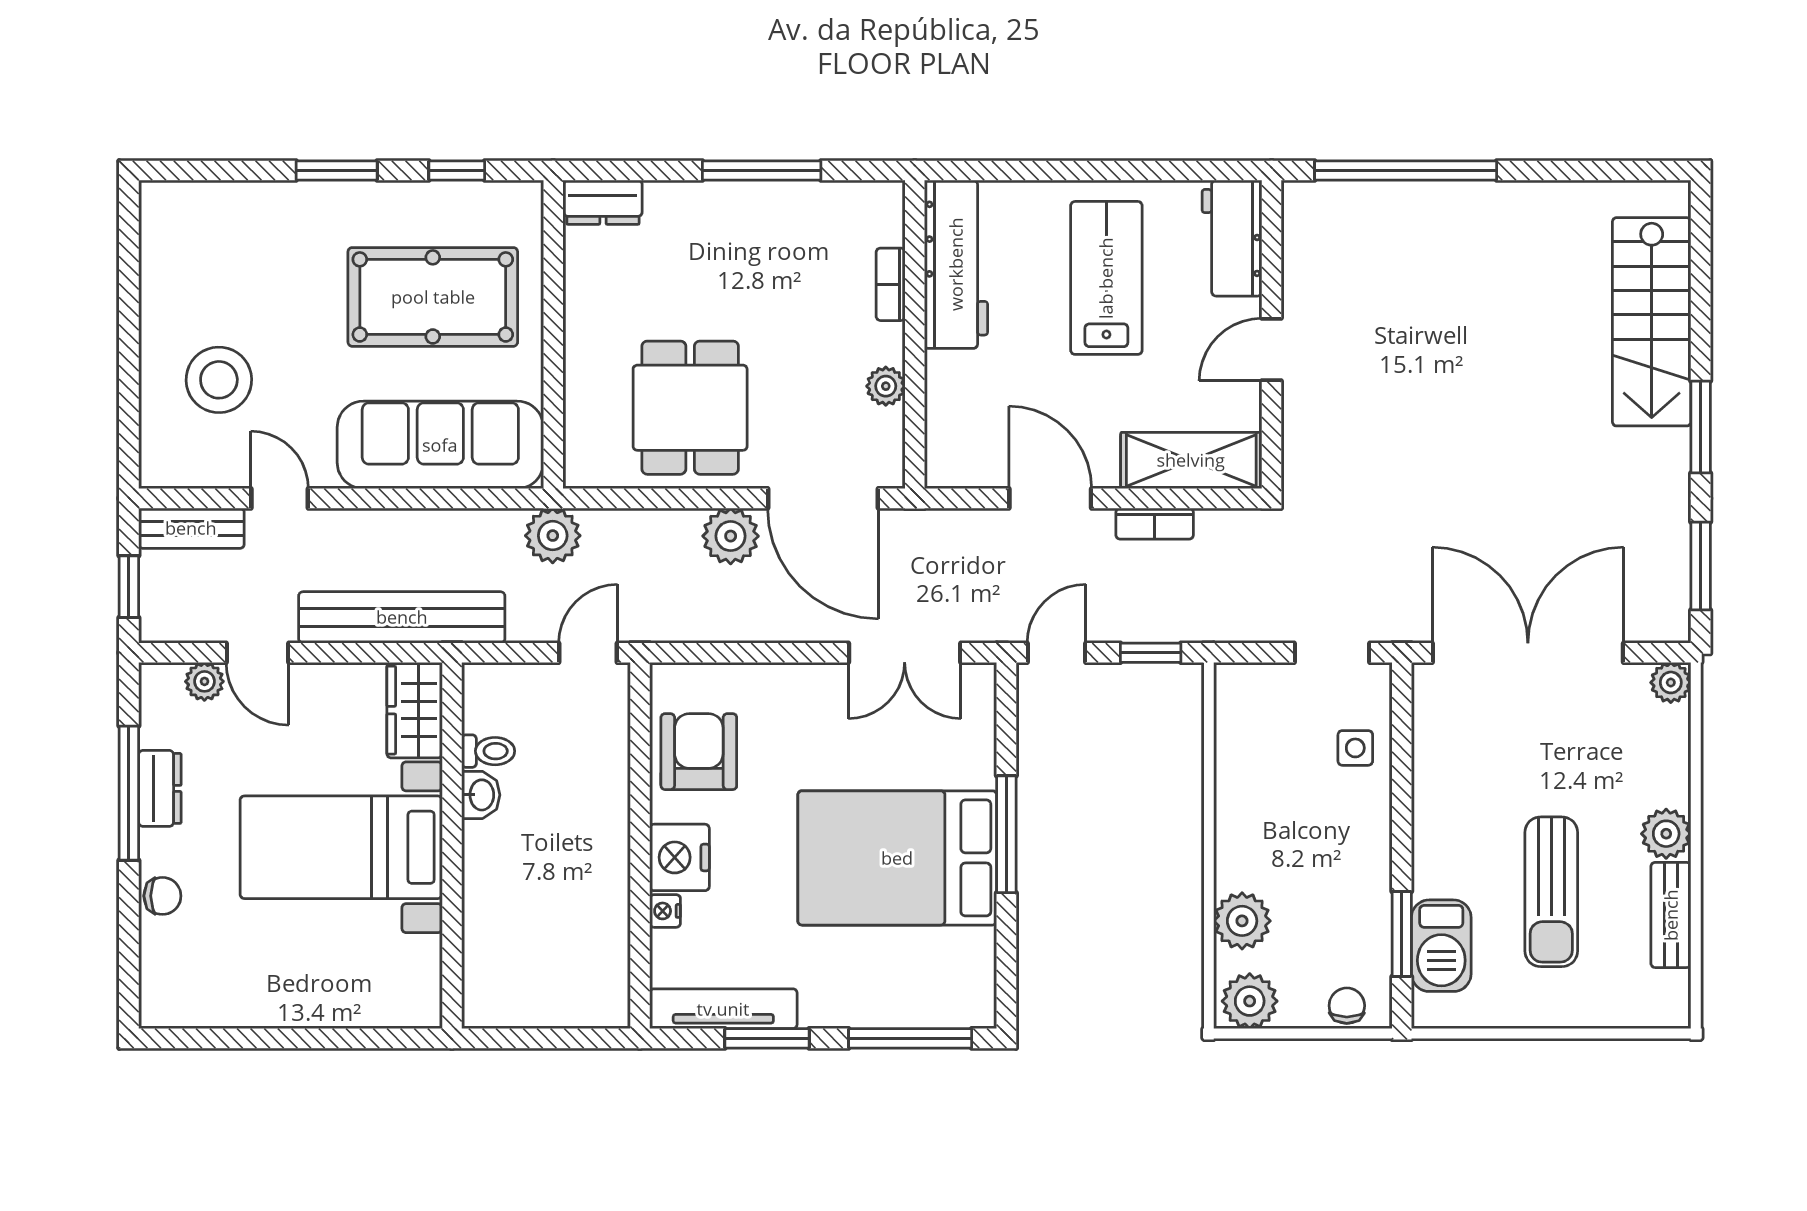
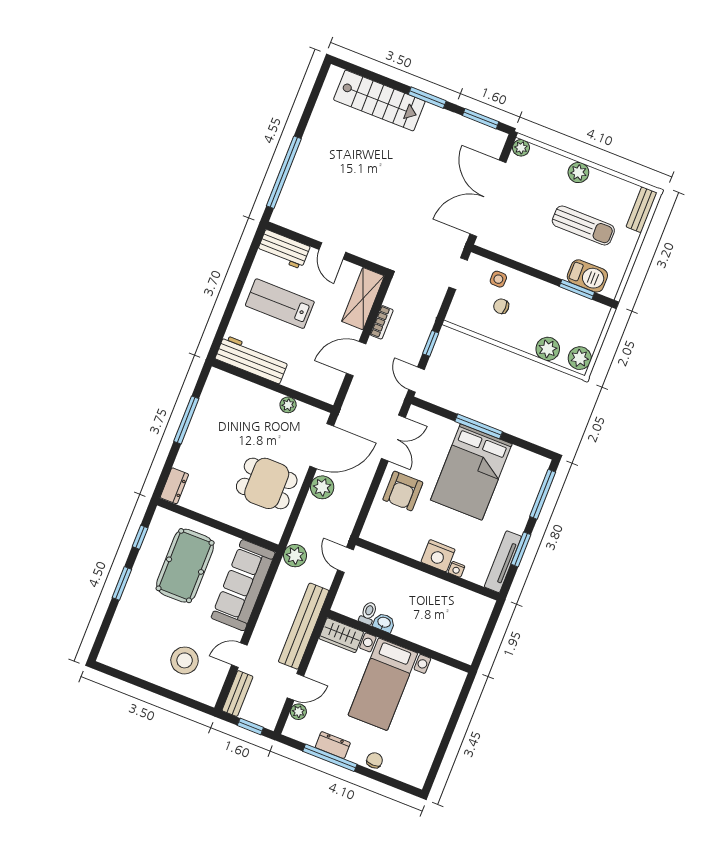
bookcase: (891, 284) -> (250, 388), removed
armchair: (699, 752) -> (403, 491), moved, turned -90
bench: (1671, 915) -> (642, 210), moved, turned 90
chair: (1347, 1006) -> (501, 306), moved

